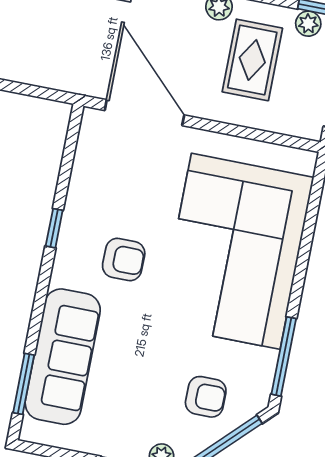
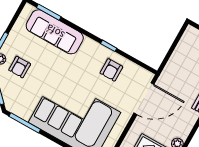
armchair: (124, 259) -> (111, 70), moved
armchair: (206, 397) -> (20, 67), moved

